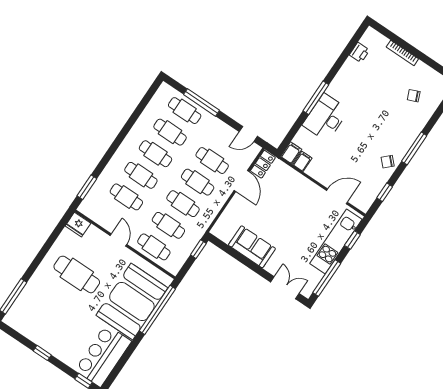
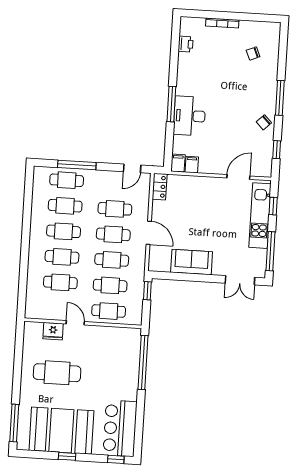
door: (242, 181) -> (149, 233), moved
window: (87, 187) -> (22, 294), removed
fridge: (78, 225) -> (53, 331), moved
double door: (285, 288) -> (240, 280), swing flipped
booth: (132, 302) -> (61, 431), moved, turned 90

